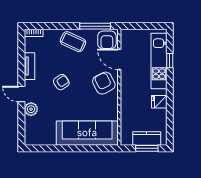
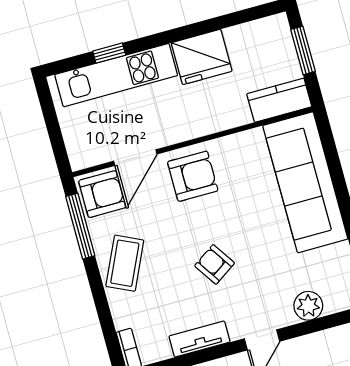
armchair: (104, 83) -> (193, 176), turned -153
fridge: (159, 102) -> (202, 57), width x1.88, depth x1.34
plant: (31, 109) -> (308, 306), moved
kitchen counter: (147, 138) -> (279, 100), moved, turned 90

